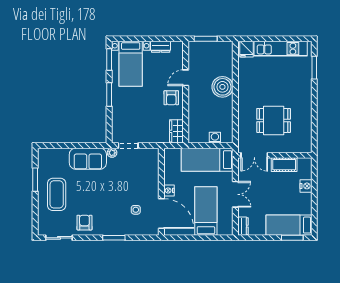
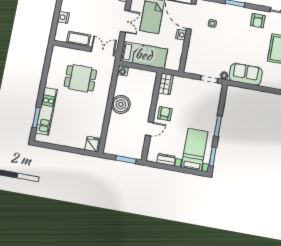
kitchen unit: (281, 49) -> (46, 111), moved, turned 90
boiler: (222, 87) -> (121, 104), moved
washing machine: (215, 138) -> (123, 71), moved
double door: (235, 194) -> (125, 21), swing flipped

